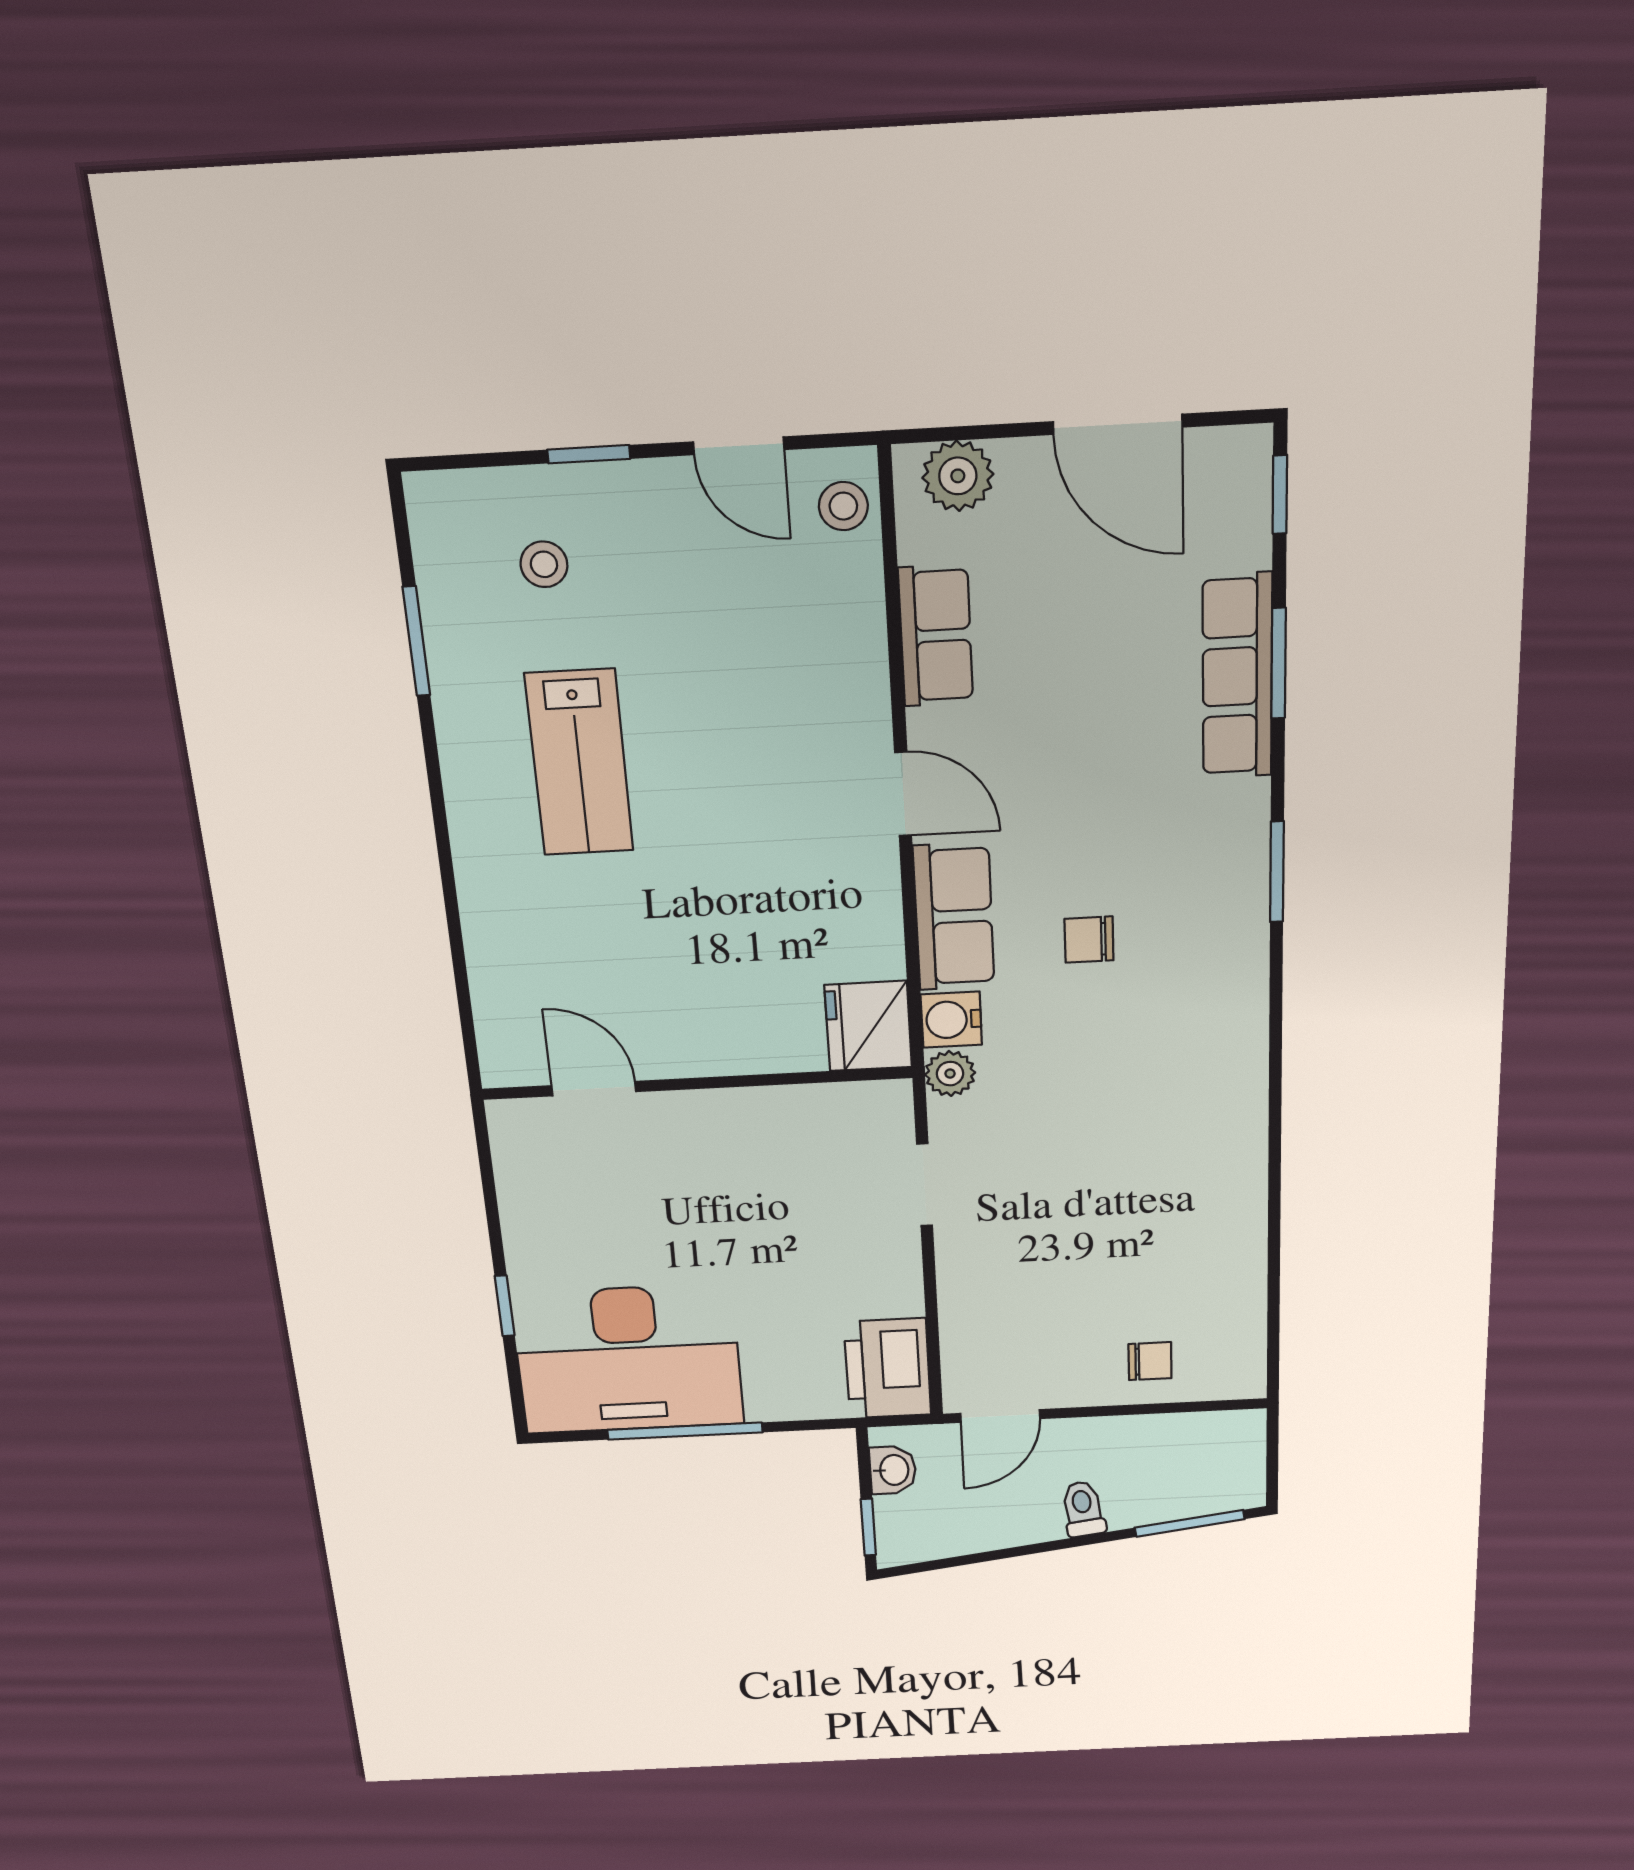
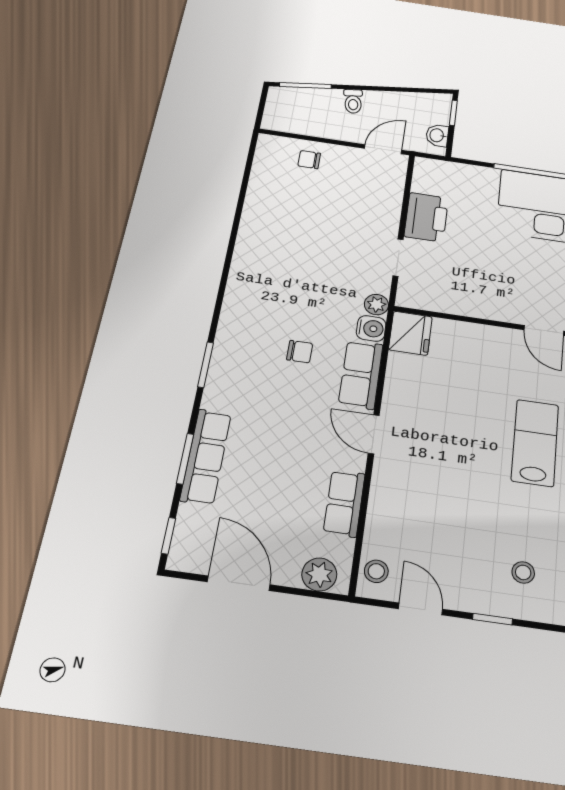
lab bench: (579, 763) -> (535, 443), moved
printer: (888, 1368) -> (426, 217), moved

